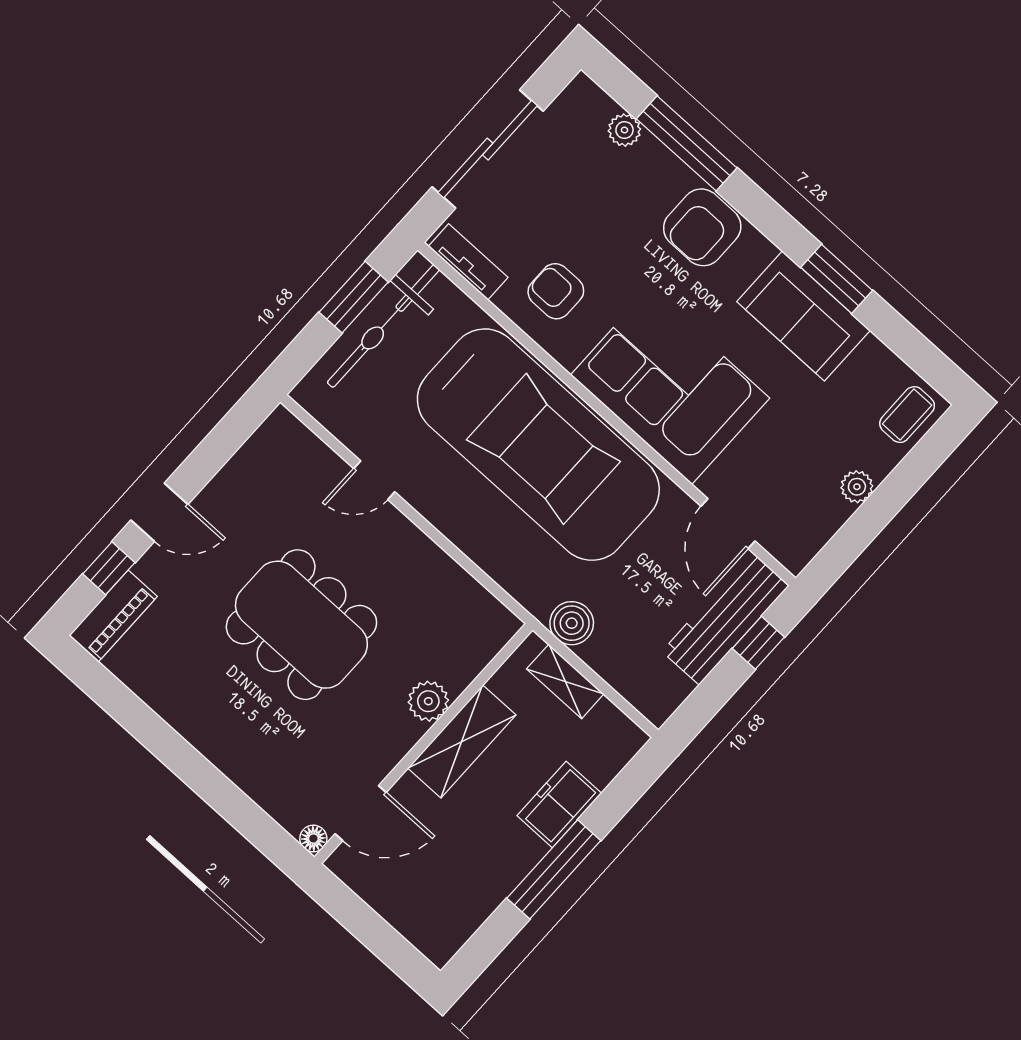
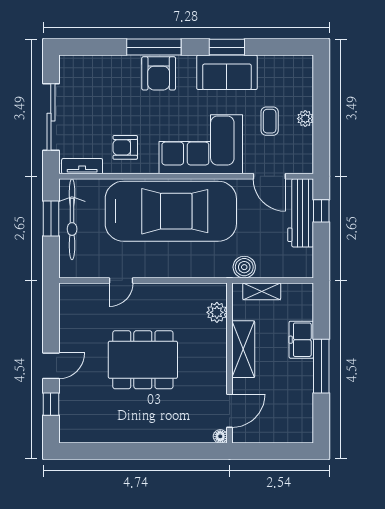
plant: (624, 130) -> (96, 63), removed
window: (687, 143) -> (154, 47), moved
coffee table: (907, 415) -> (270, 121), moved
piano: (113, 616) -> (69, 421), removed
plant: (428, 701) -> (217, 312), moved

